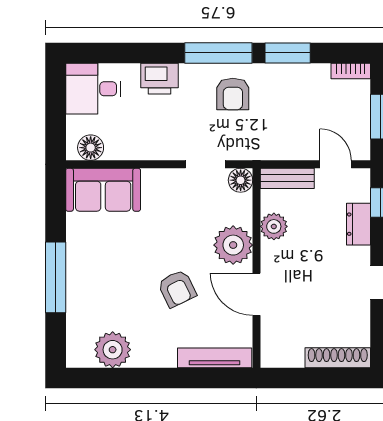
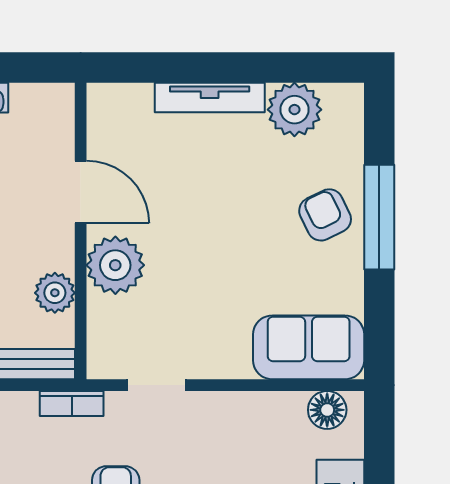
bookcase: (263, 152) -> (72, 404), added
floor lamp: (241, 180) -> (104, 361), removed
armchair: (177, 289) -> (325, 215), moved
tv unit: (215, 358) -> (210, 98), moved

